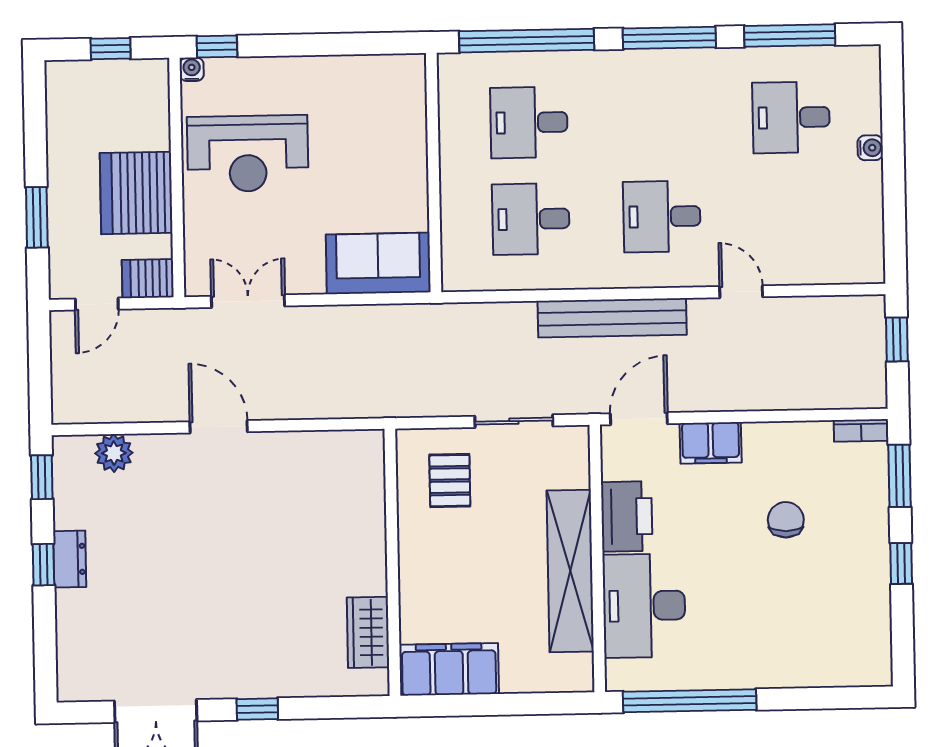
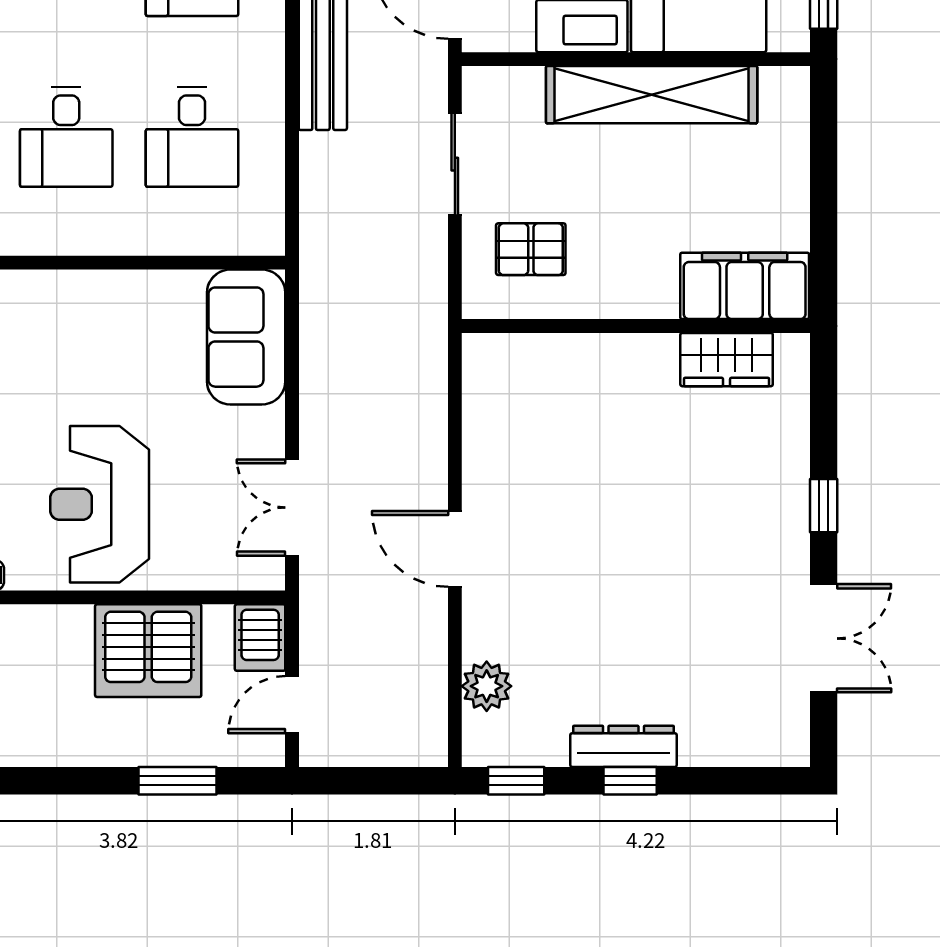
reception desk: (248, 154) -> (100, 504), turned 180
door: (97, 304) -> (292, 705), swing flipped
door: (219, 427) -> (455, 549), hinge flipped
dresser: (70, 559) -> (624, 746), width x1.44
filing cabinet: (449, 669) -> (745, 286), moved, turned 90

